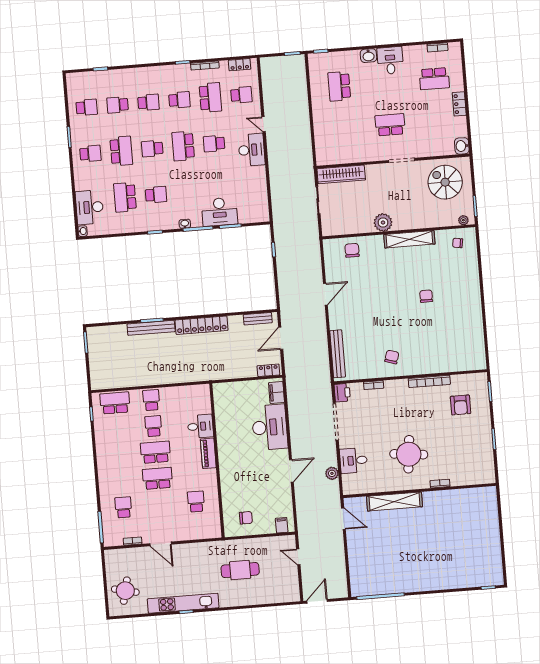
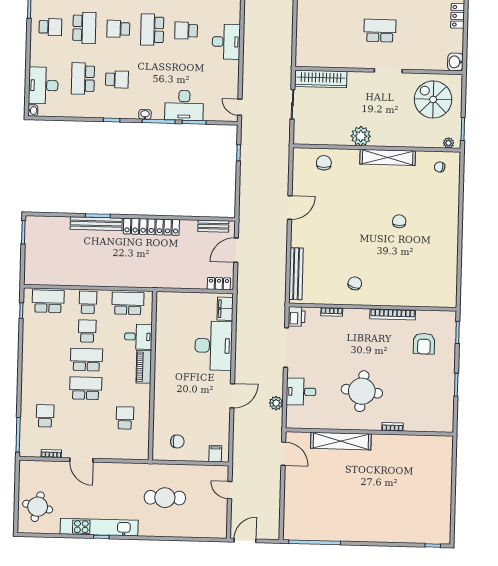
door: (263, 124) -> (240, 107), moved
school desk: (188, 397) -> (128, 303), added

